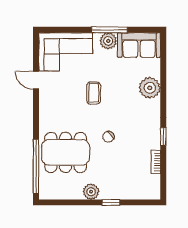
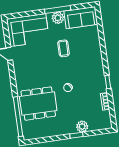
plant: (150, 88) -> (93, 48), removed
coffee table: (94, 93) -> (63, 48), moved
plant: (91, 192) -> (82, 126), moved

